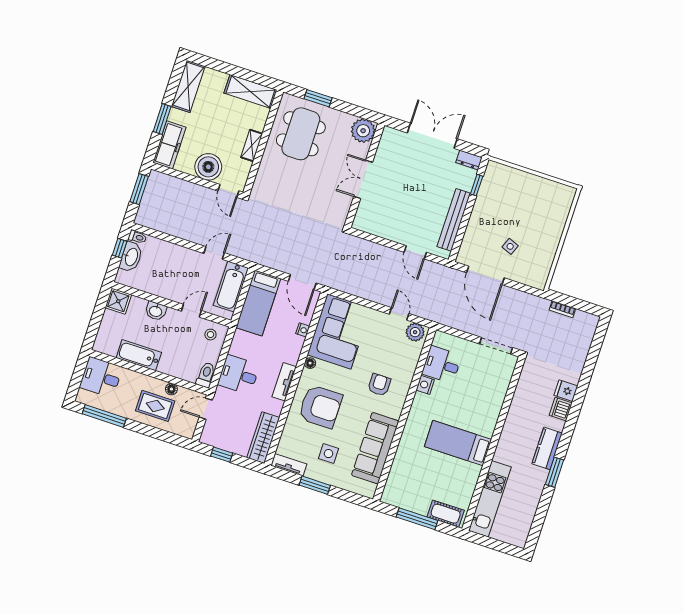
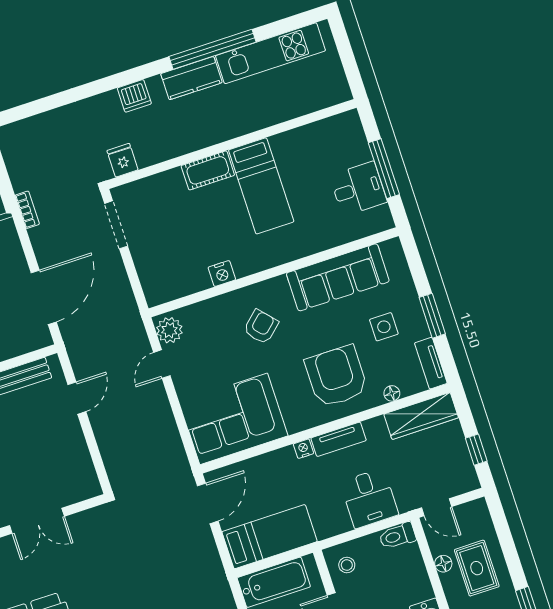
bookcase: (562, 309) -> (27, 210), moved
nightstand: (303, 330) -> (303, 449), moved
floor lamp: (310, 363) -> (392, 393), moved
desk: (442, 365) -> (358, 189), moved, turned -90
armchair: (379, 385) -> (261, 327), turned 138
fridge: (566, 391) -> (122, 160), moved, turned 180
window: (554, 472) -> (213, 49), width x2.11
kitchen unit: (490, 499) -> (270, 53), moved, turned 180
cot: (446, 514) -> (208, 170), moved, turned 90

